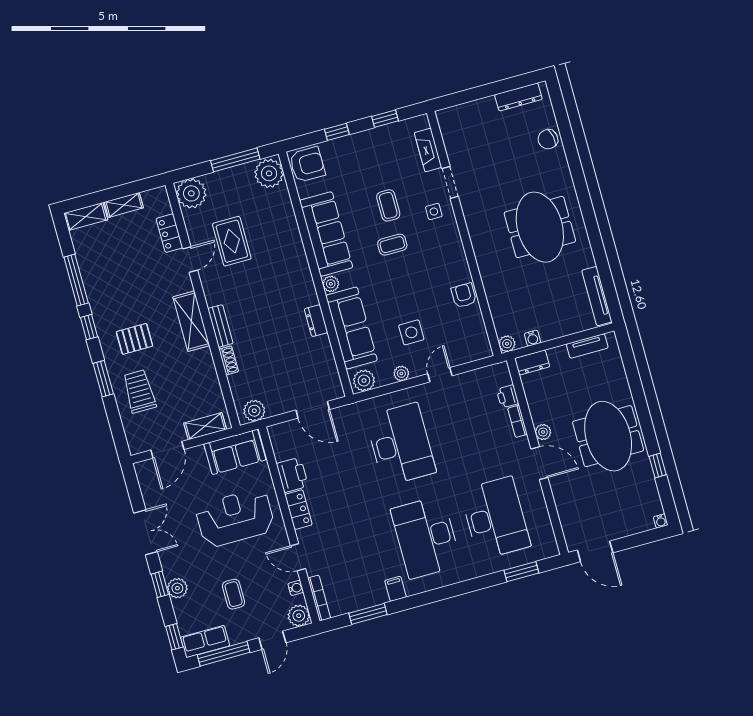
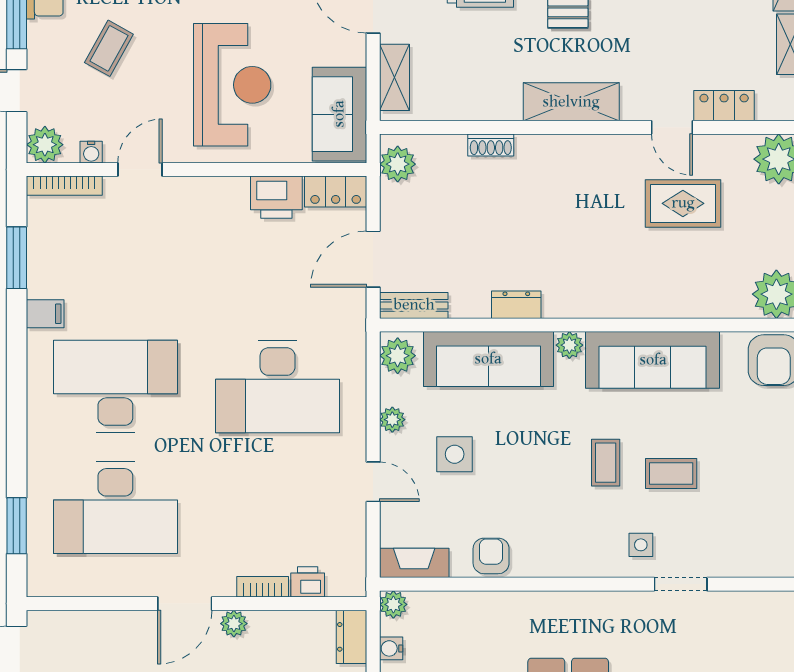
fireplace: (428, 150) -> (414, 563), moved
armchair: (464, 295) -> (491, 556), turned -90
bench: (220, 326) -> (414, 305), moved
locker: (298, 510) -> (336, 192), moved
coffee table: (234, 594) -> (109, 48), turned -61

